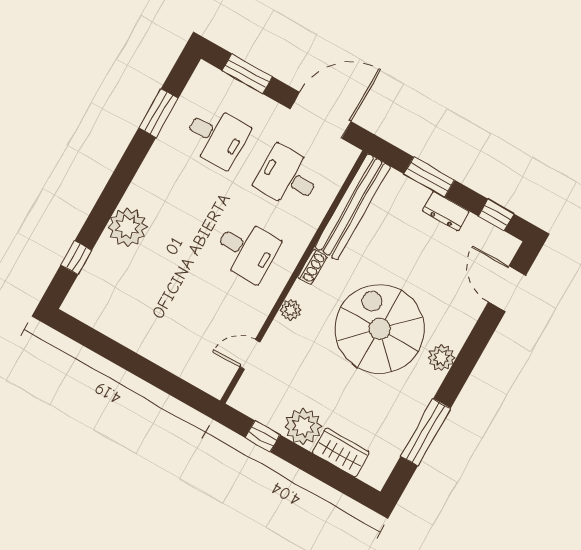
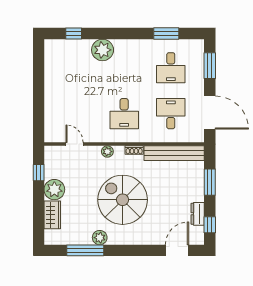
dresser: (446, 211) -> (198, 214), moved
spiral stairs: (380, 329) -> (123, 200), turned -90
plant: (441, 358) -> (100, 238), moved

